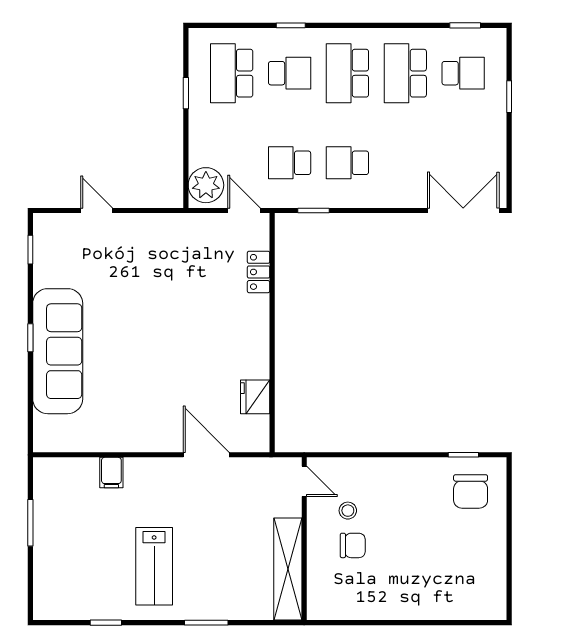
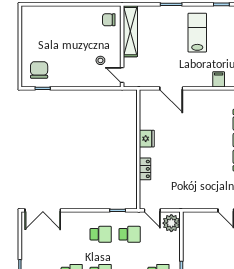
locker: (259, 272) -> (145, 169), moved
fridge: (255, 397) -> (147, 139), moved
chair: (353, 545) -> (109, 20), moved

